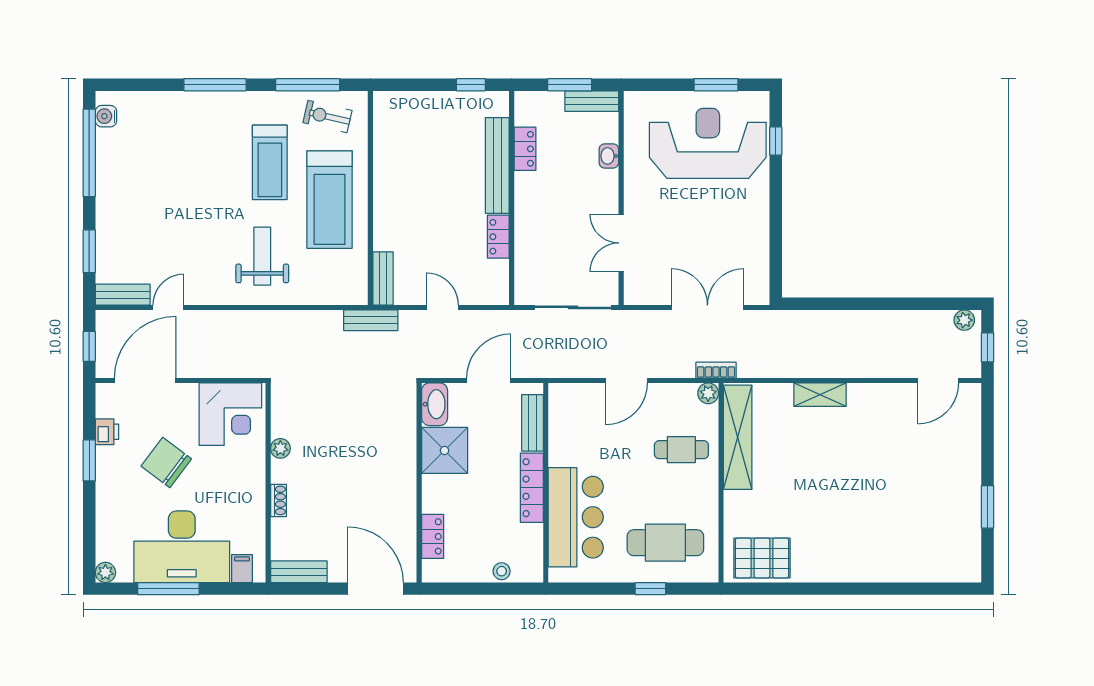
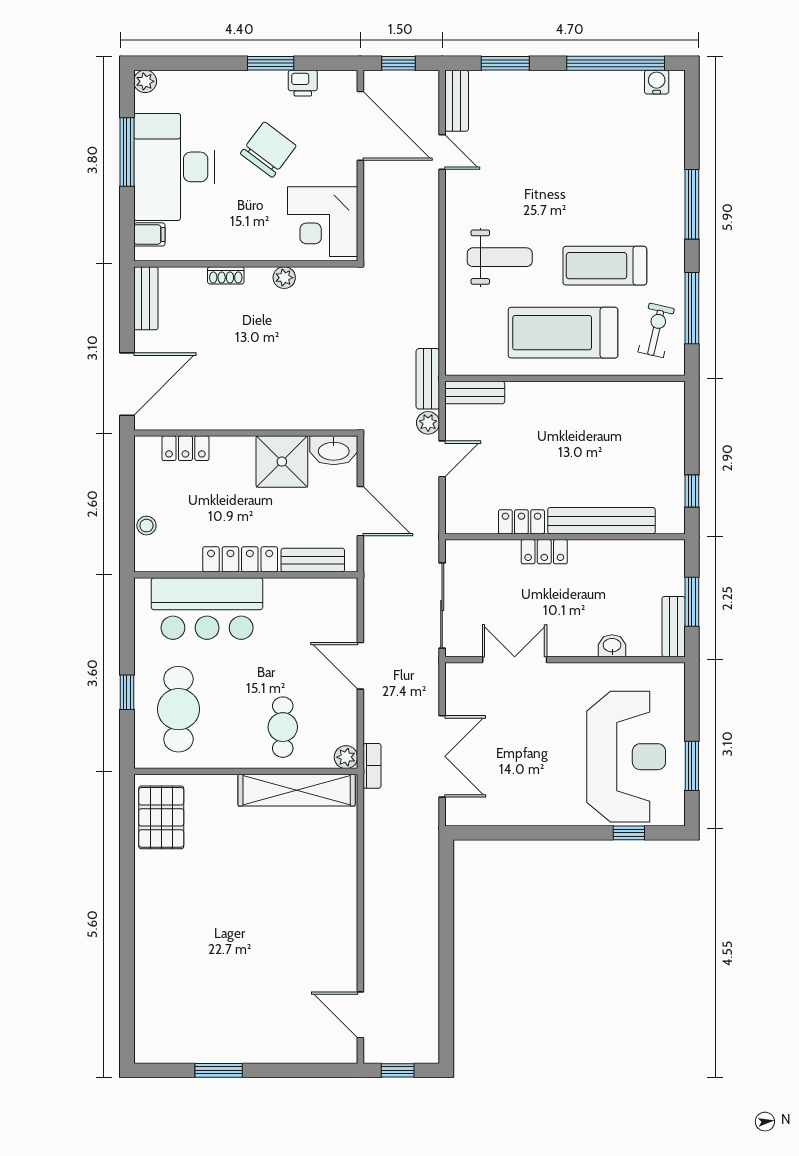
locker: (525, 149) -> (544, 552), moved
plant: (964, 320) -> (428, 423), moved
shelving: (820, 395) -> (344, 882), removed

